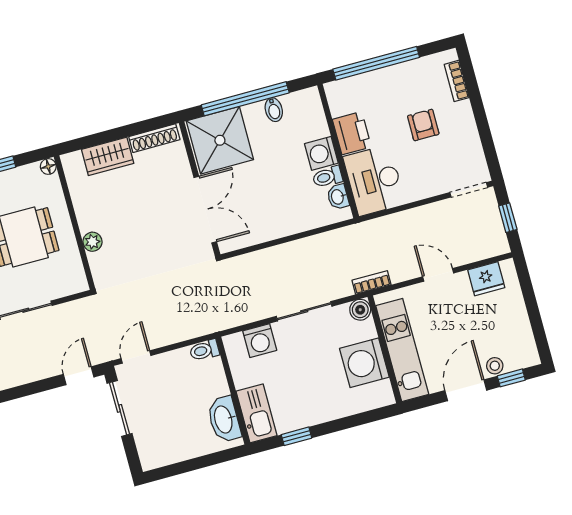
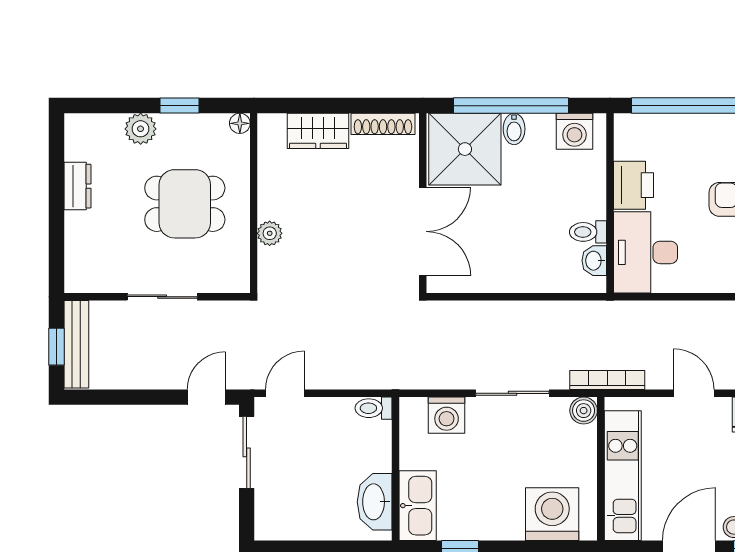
bidet: (274, 110) -> (514, 129), moved
washing machine: (321, 153) -> (574, 131), moved, turned -90
bookcase: (372, 282) -> (607, 380), width x1.56
washing machine: (364, 363) -> (552, 514), moved, turned 90

